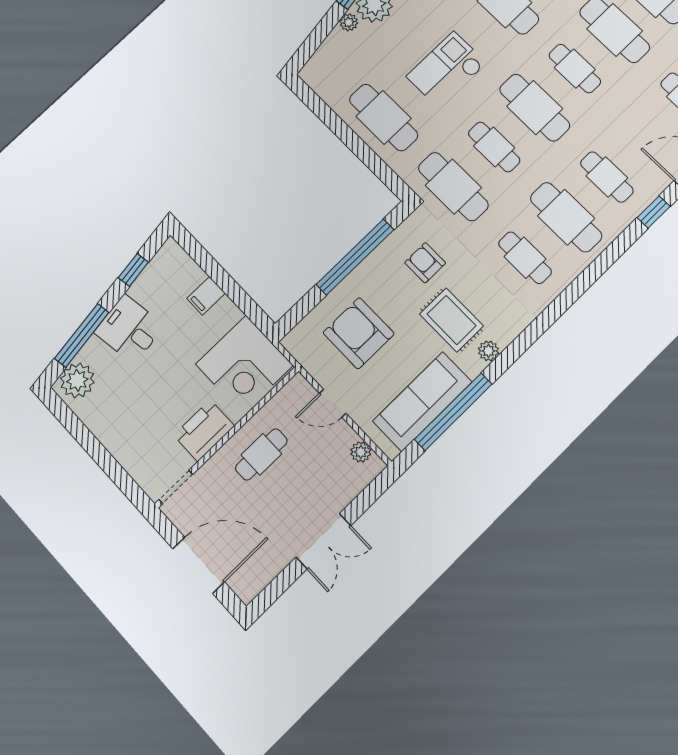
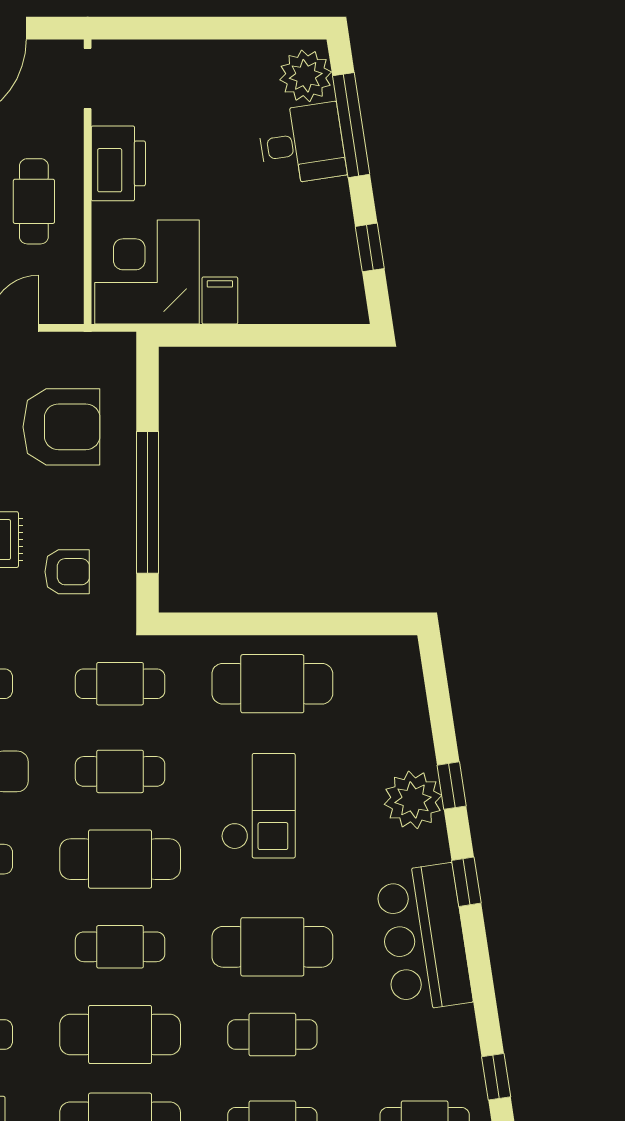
plant: (349, 22) -> (421, 752), removed
cafe table: (453, 187) -> (120, 684), width x0.73, depth x0.74
filing cabinet: (206, 296) -> (220, 300), moved
desk: (129, 329) -> (302, 144), moved

